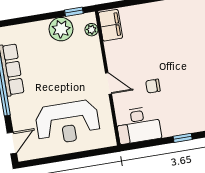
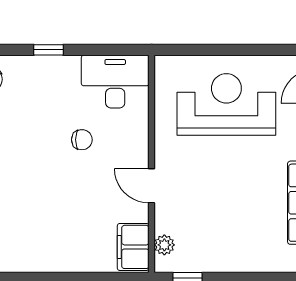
plant: (61, 29) -> (212, 254), removed
door: (108, 83) -> (152, 186), moved

